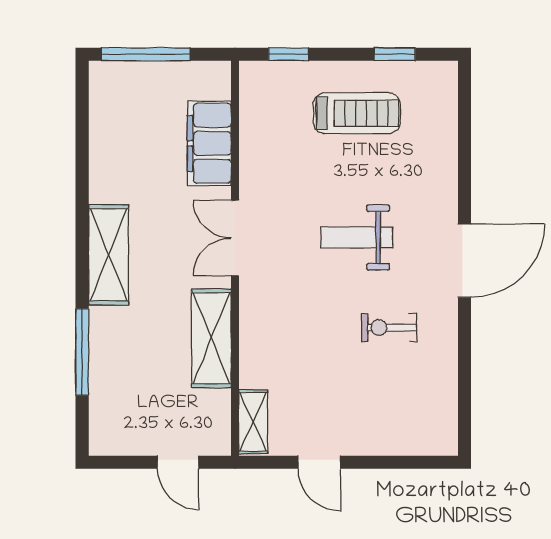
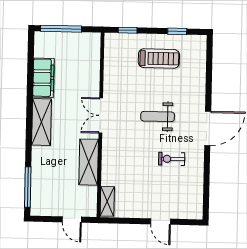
filing cabinet: (209, 143) -> (43, 78), moved, turned 180
window: (82, 352) -> (28, 187), moved
door: (319, 462) -> (161, 222), moved

